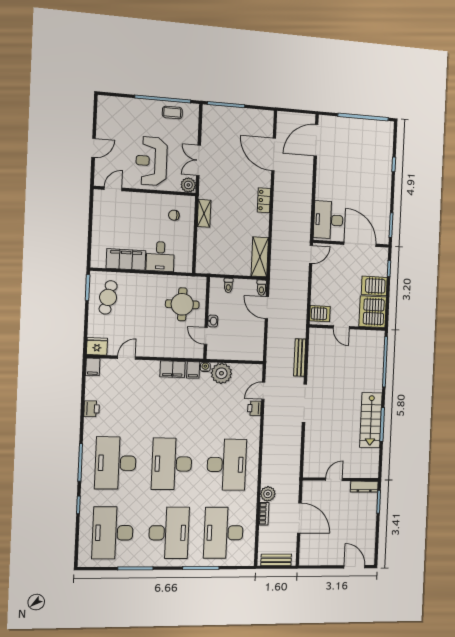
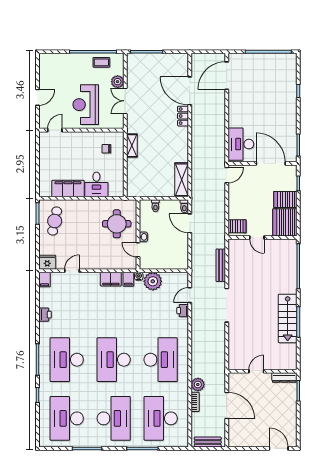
plant: (188, 185) -> (118, 82), moved
locker: (264, 200) -> (183, 116), moved

